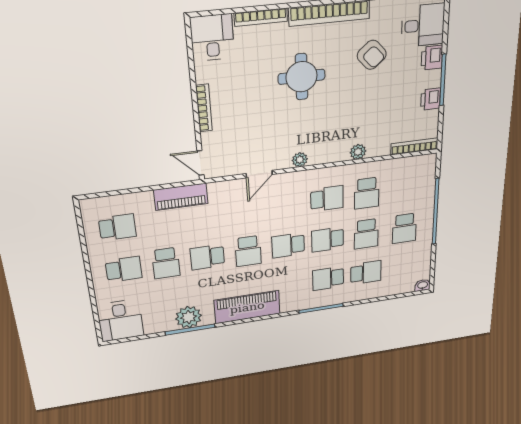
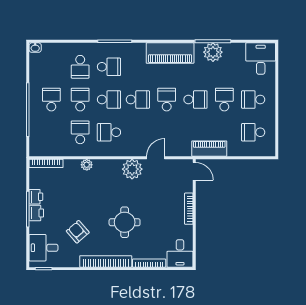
printer: (432, 58) -> (36, 213), moved
plant: (300, 160) -> (132, 169), width x1.87, depth x1.87
school desk: (366, 273) -> (80, 67), turned -90

